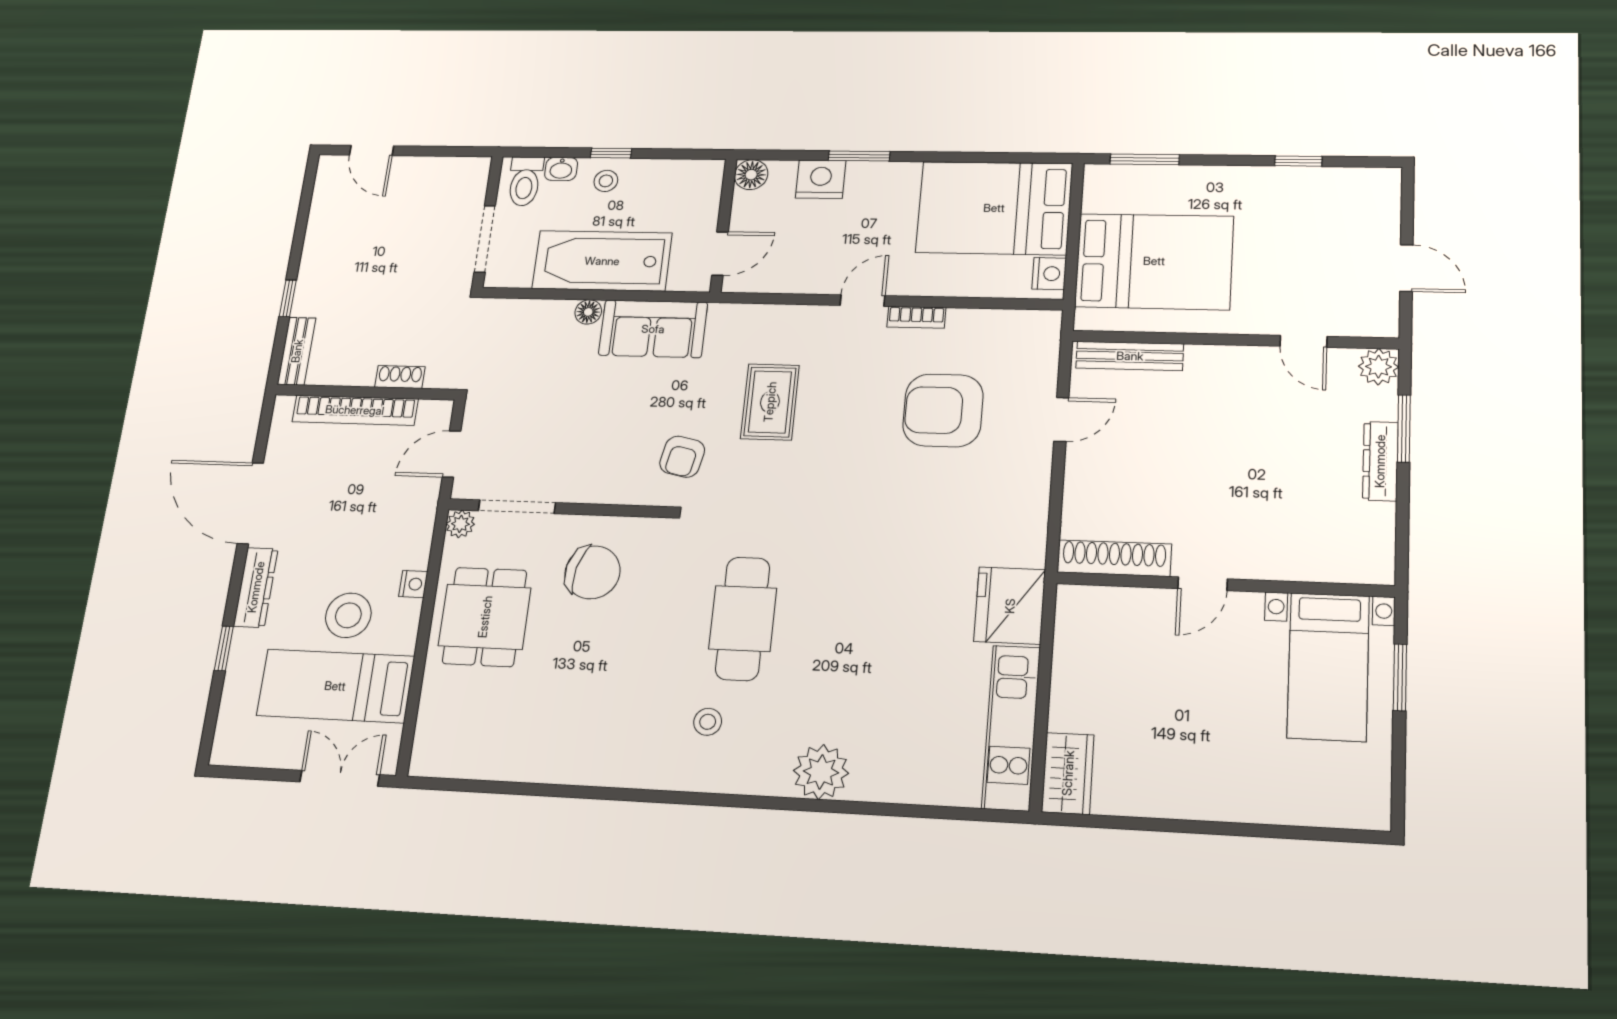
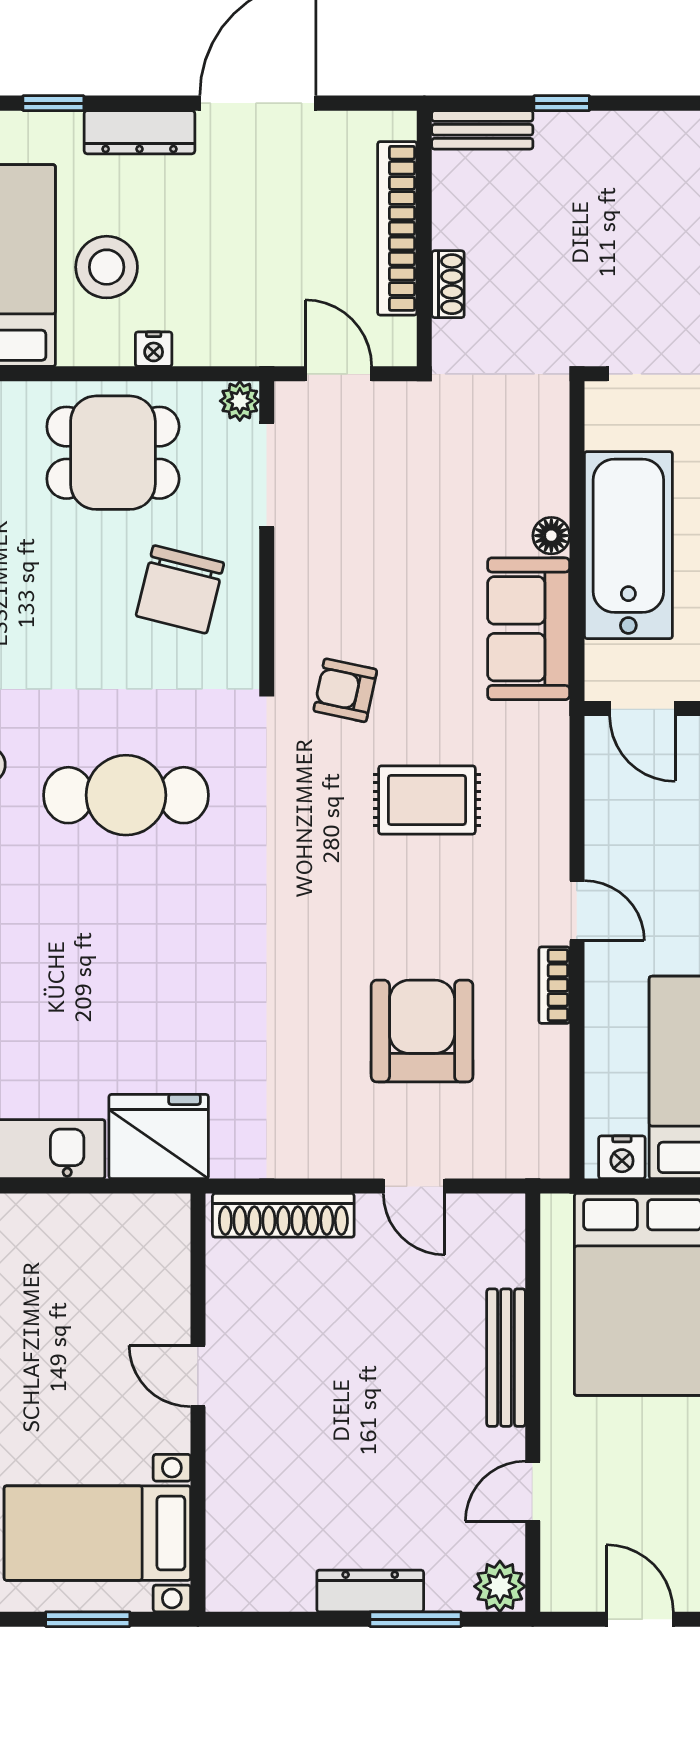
door: (1406, 268) -> (640, 1619), swing flipped
bench: (1130, 356) -> (506, 1358), moved
shoe rack: (1114, 558) -> (283, 1215), moved, turned 90

